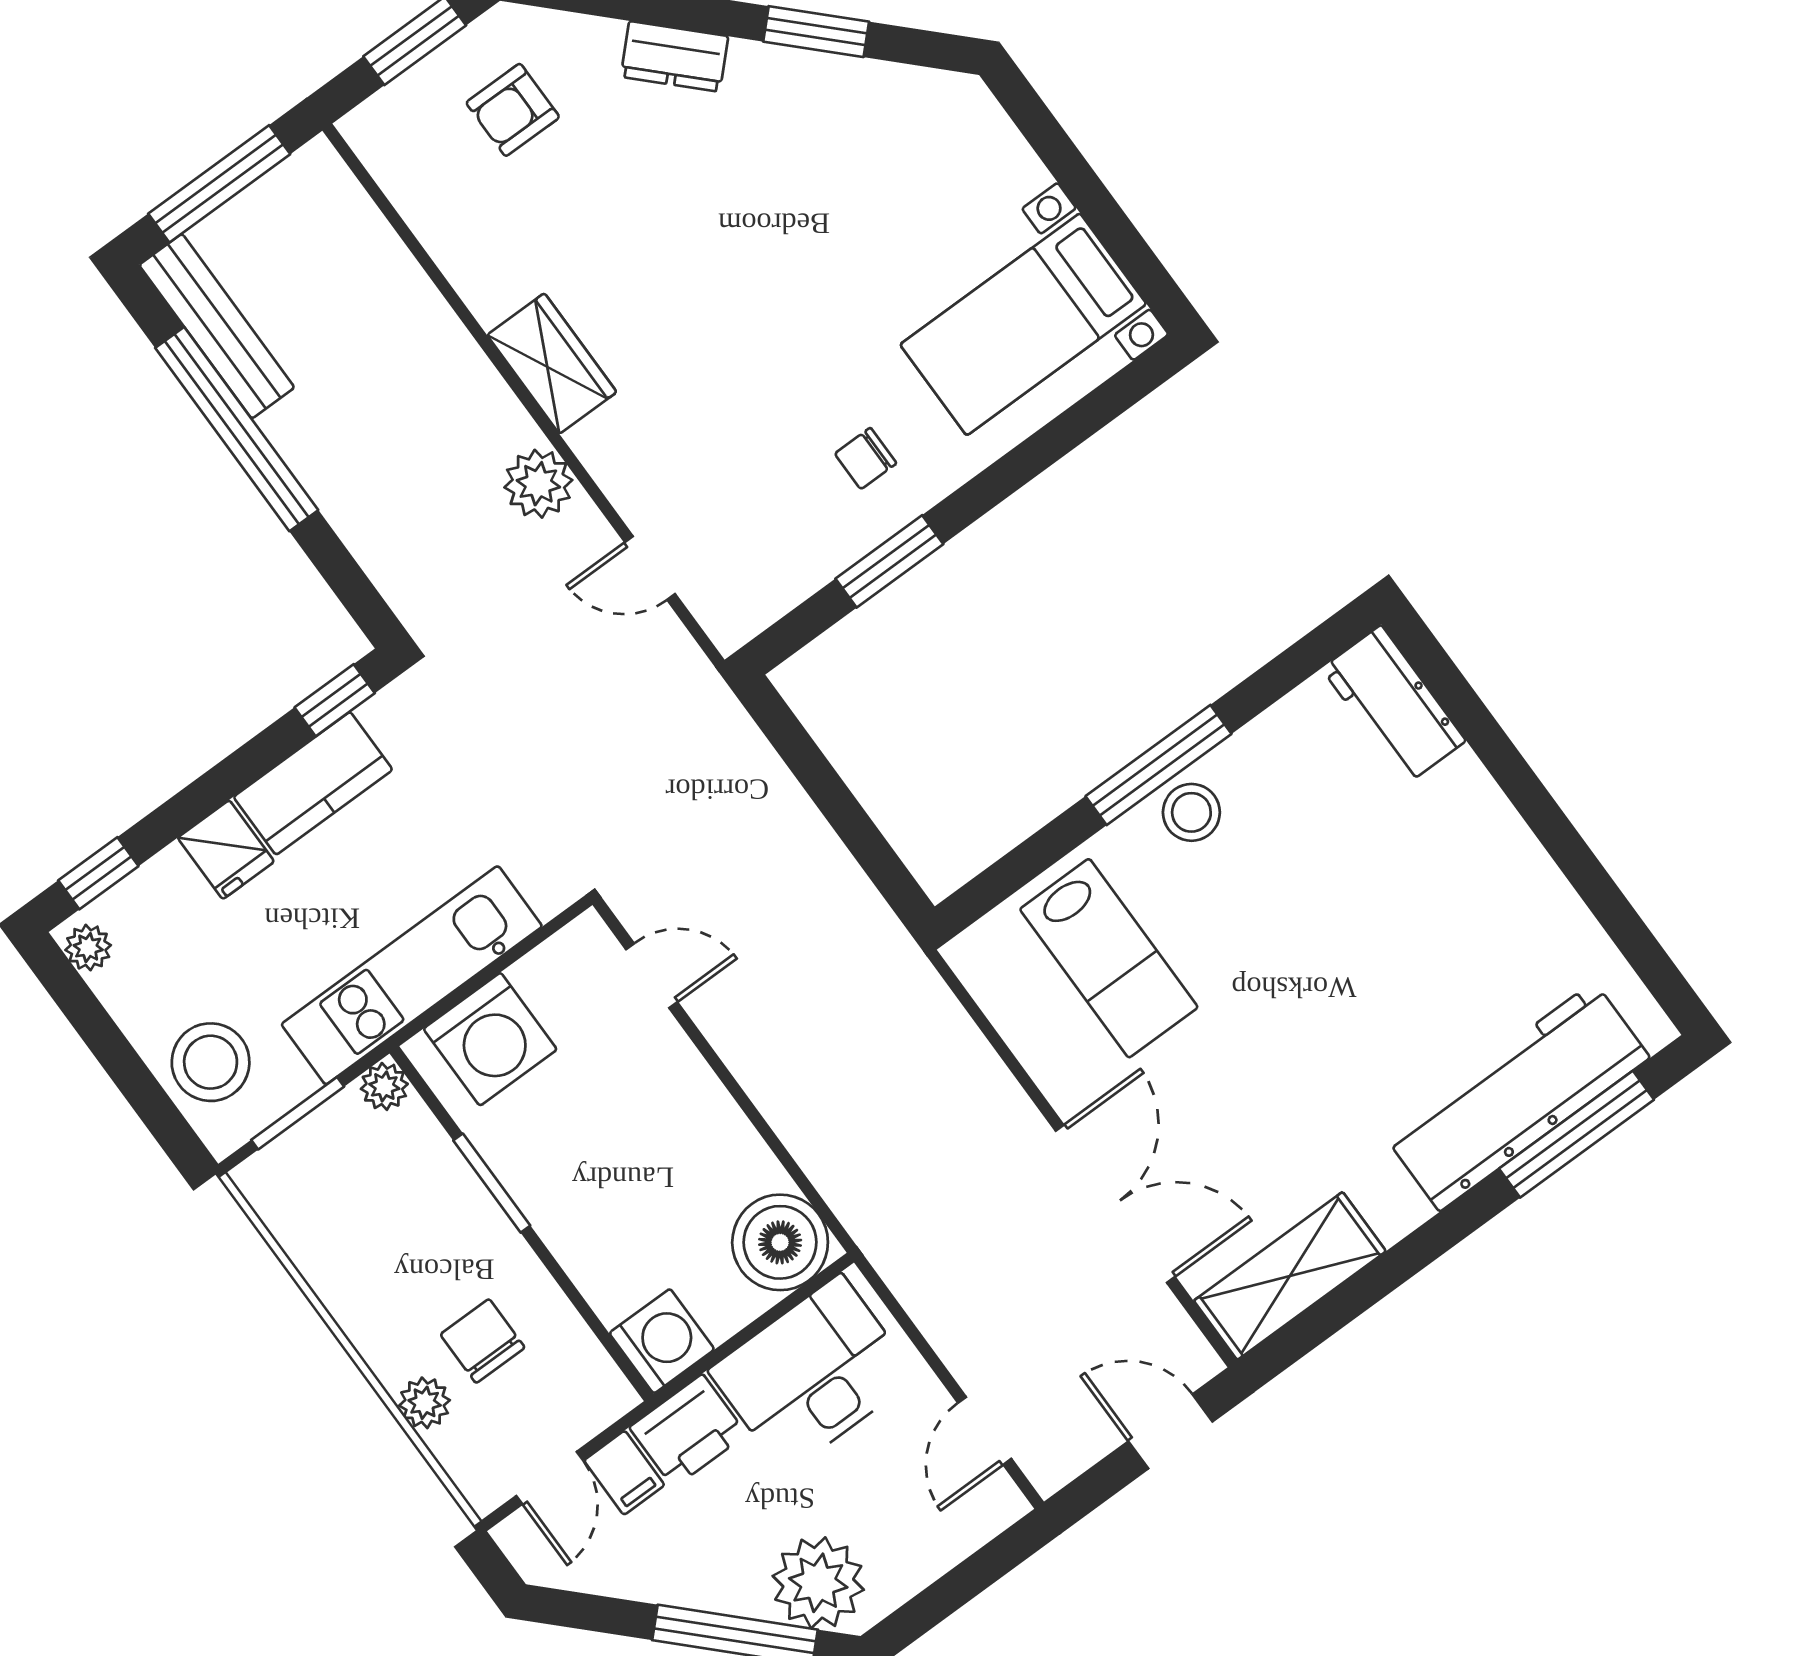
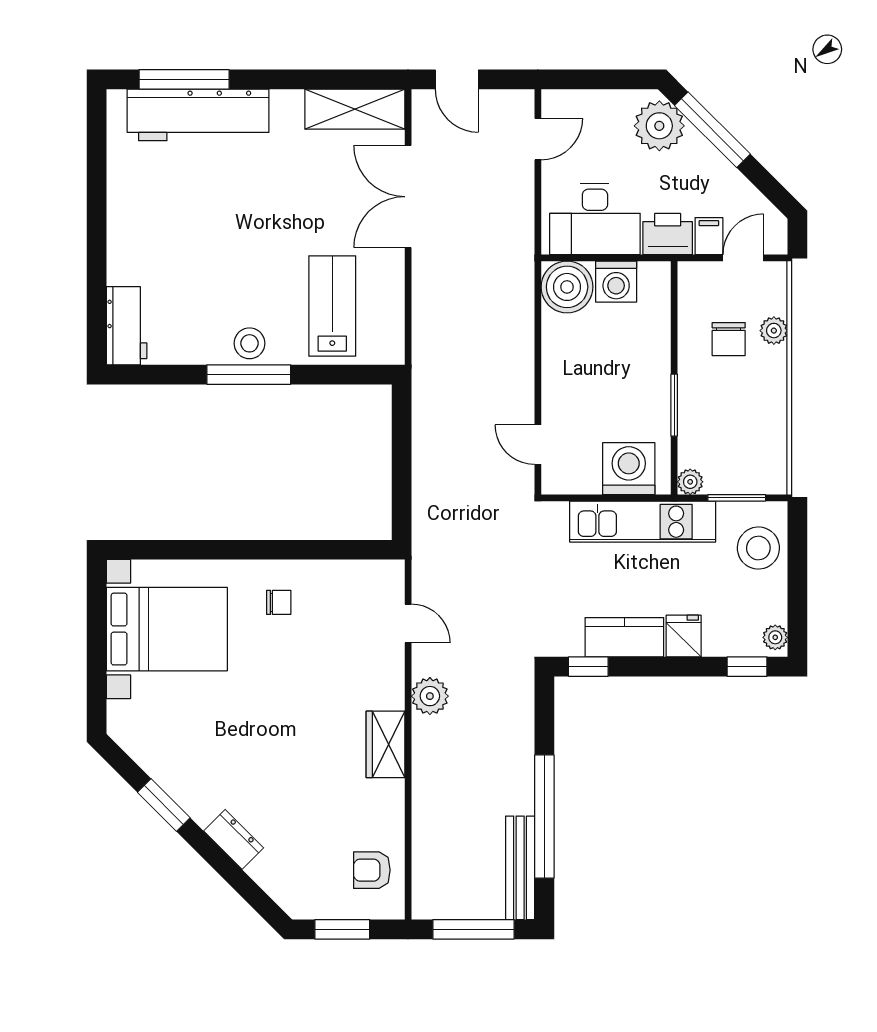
armchair: (513, 110) -> (372, 870), moved, turned 180
bed with nightstands: (1023, 324) -> (167, 629), width x1.36
window: (889, 561) -> (301, 550), removed
washing machine: (662, 1341) -> (616, 282), moved, turned -90

